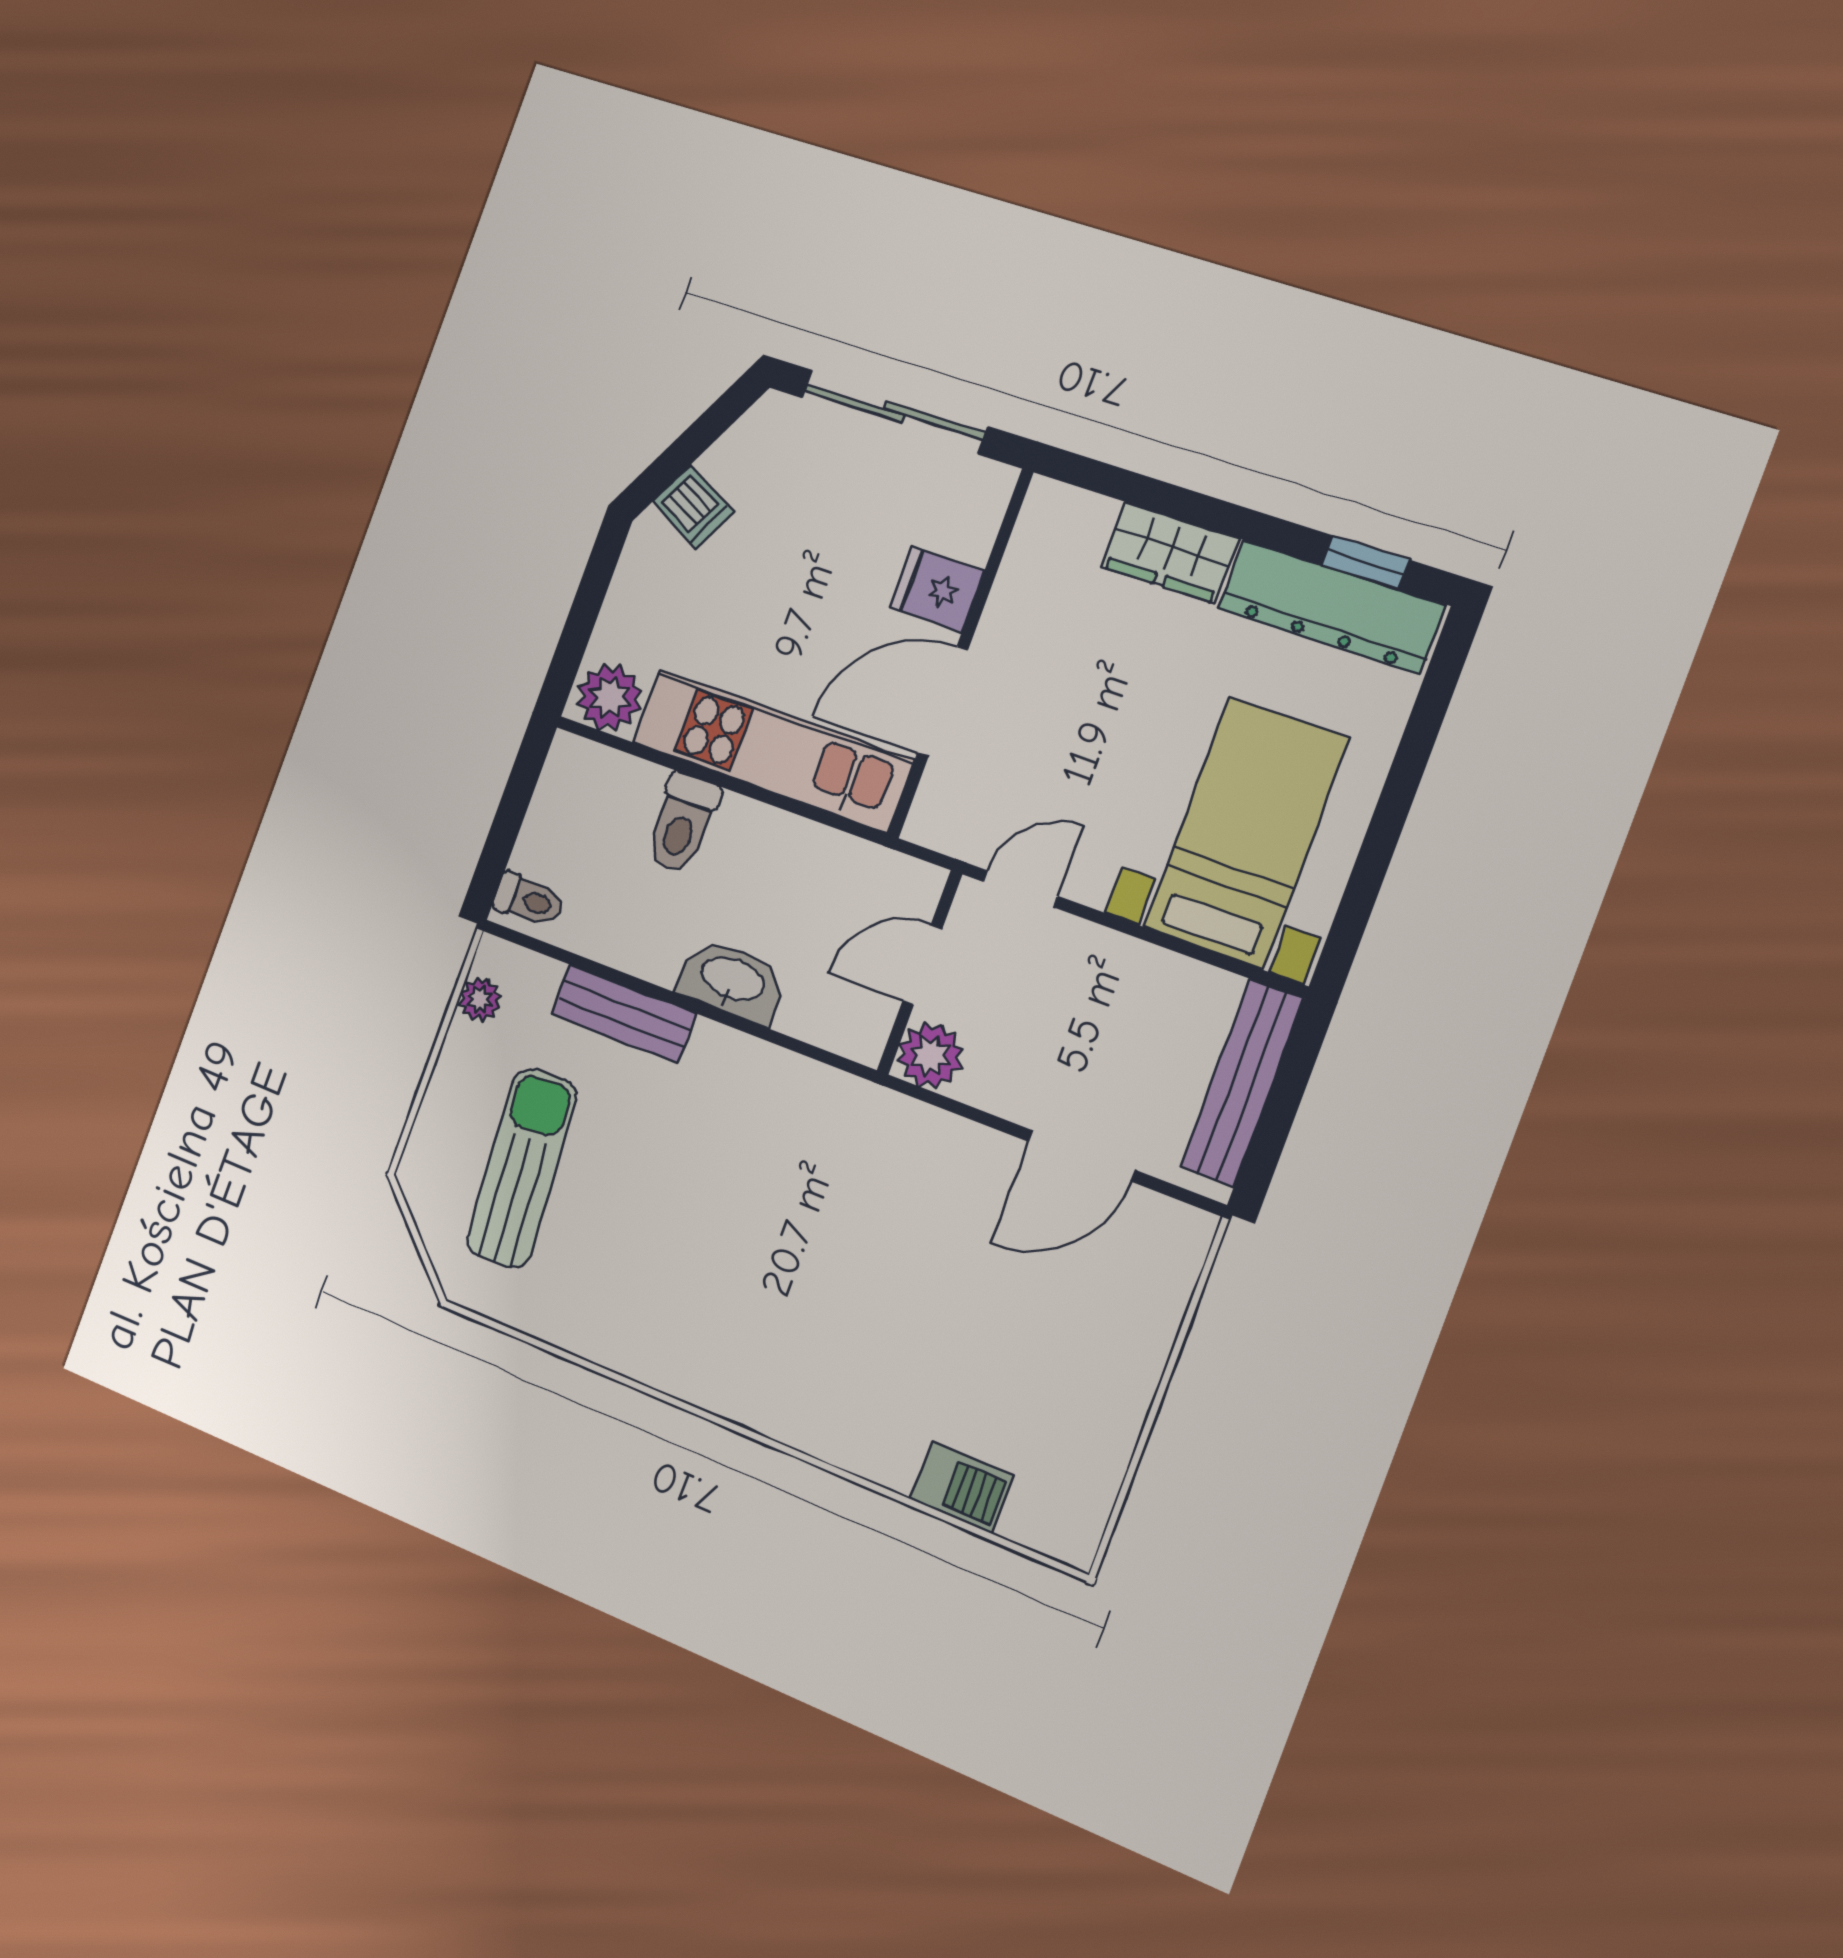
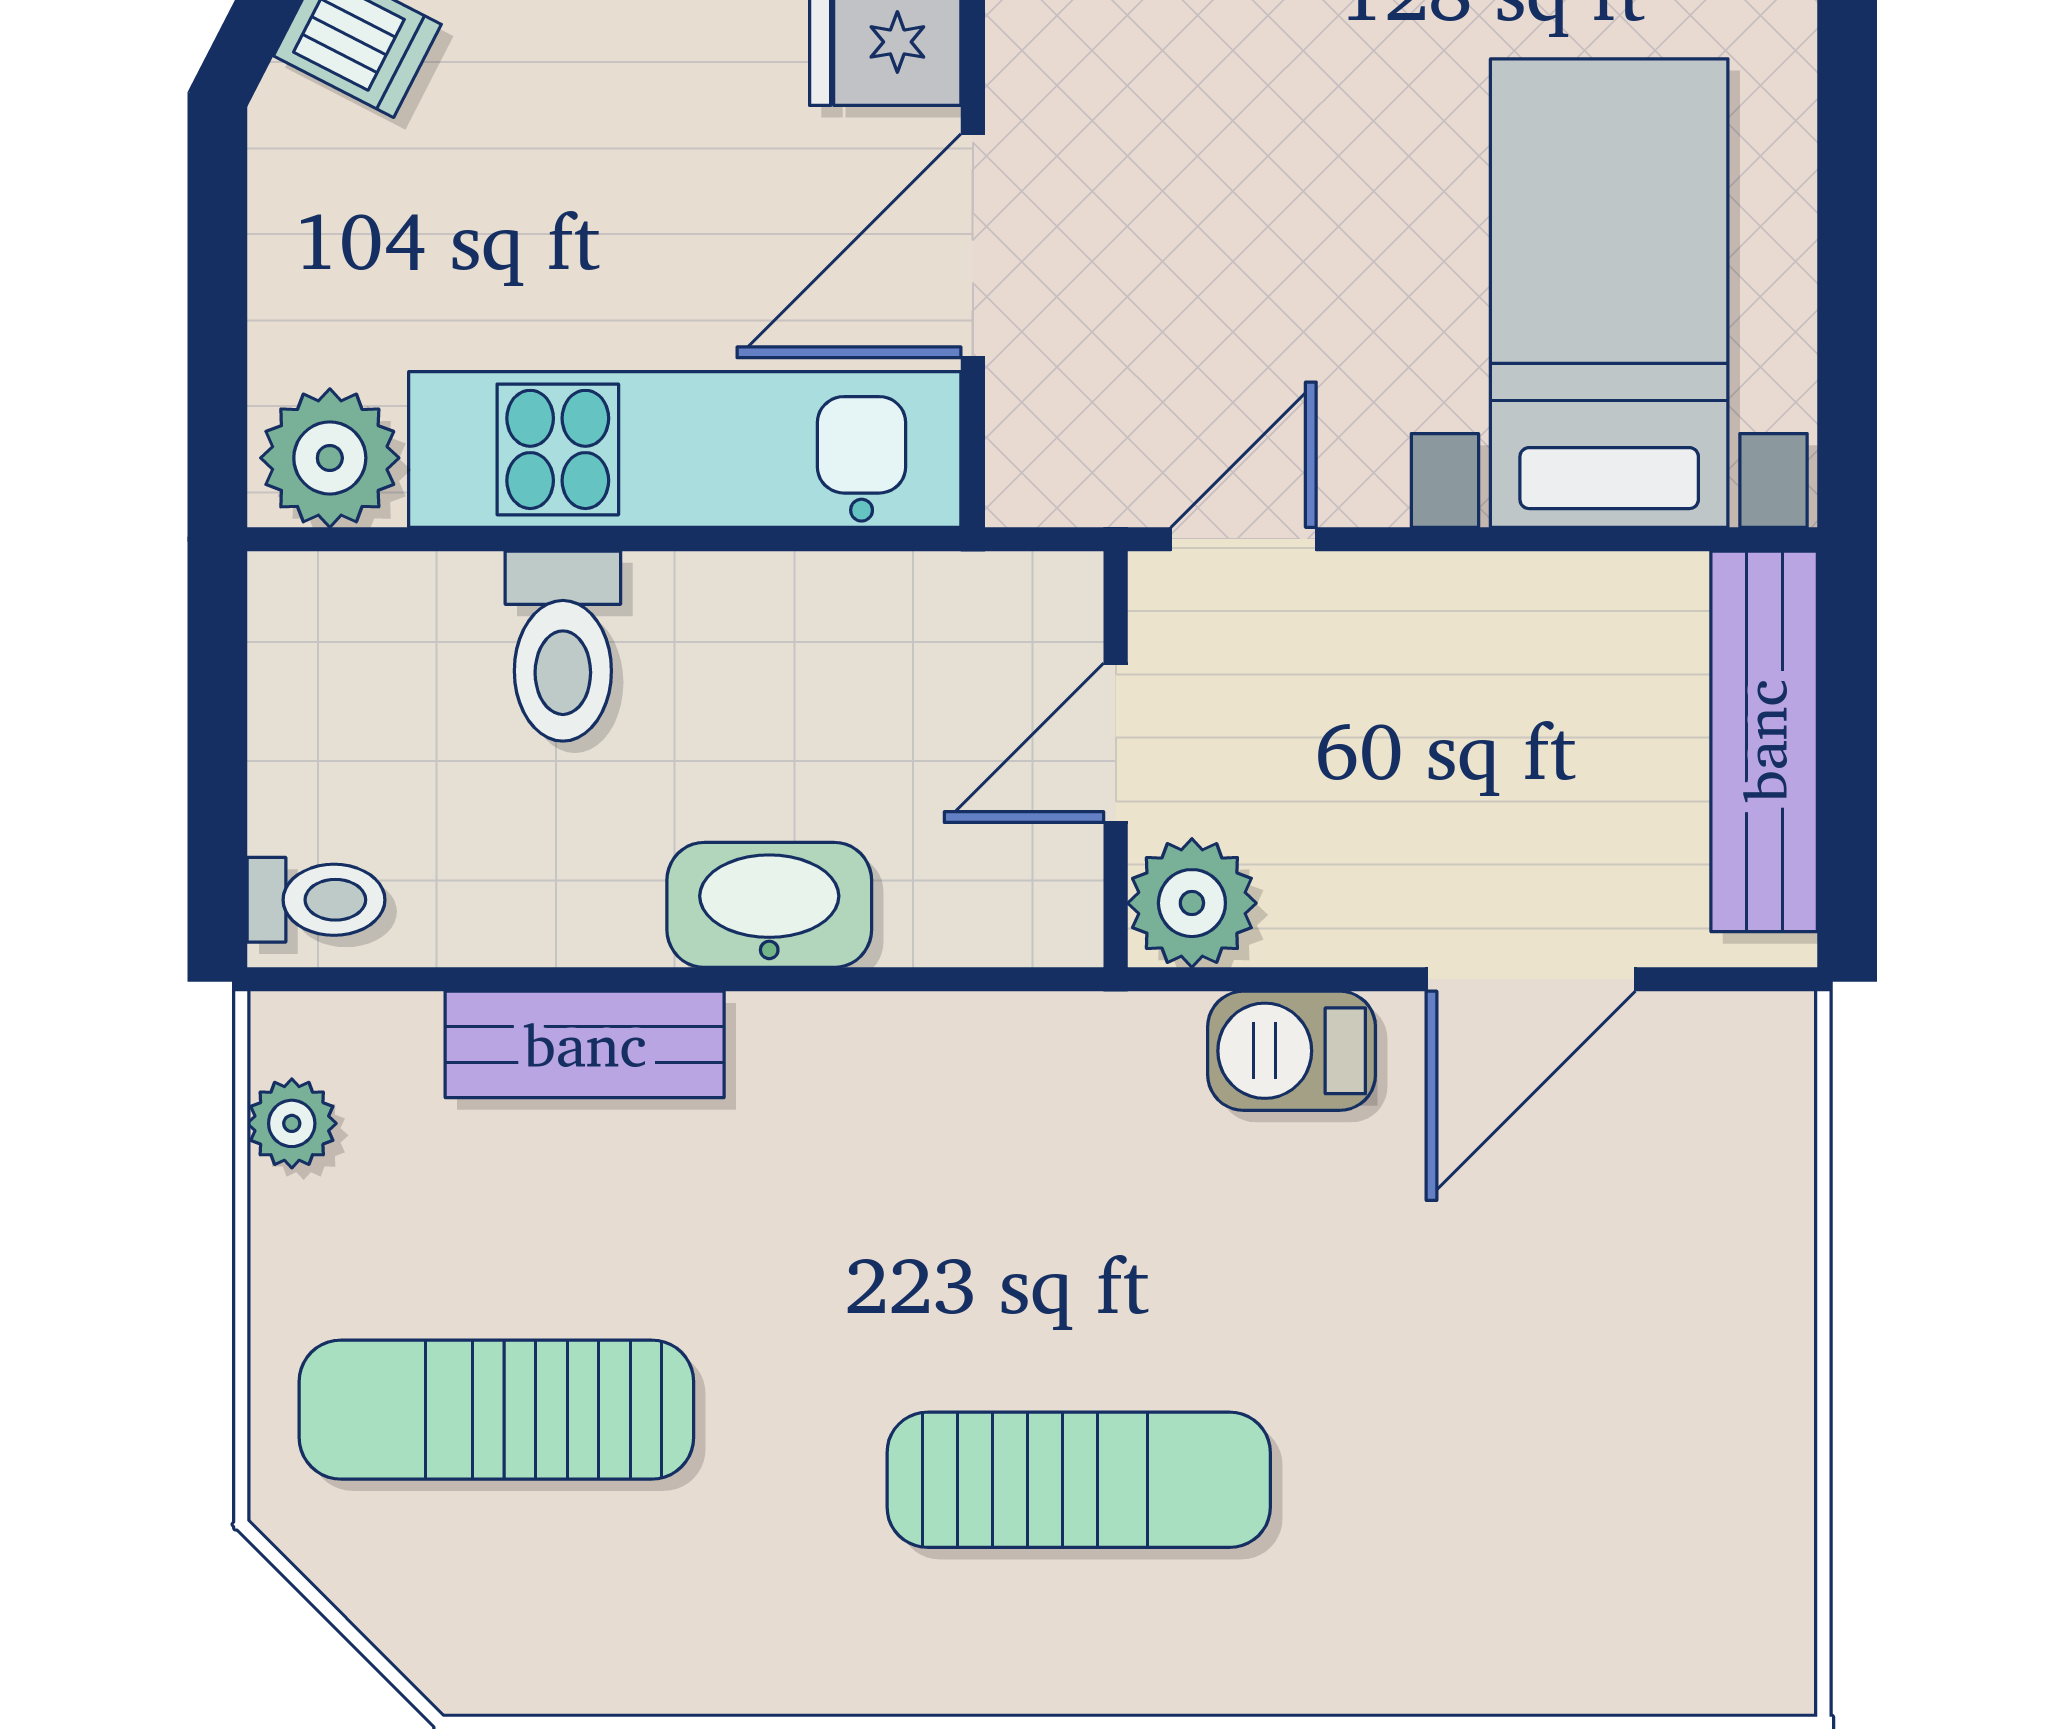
sun lounger: (522, 1168) -> (496, 1410), turned -86
sun lounger: (775, 1311) -> (1079, 1480), added
barbecue: (962, 1488) -> (1292, 1051), moved, turned 180

